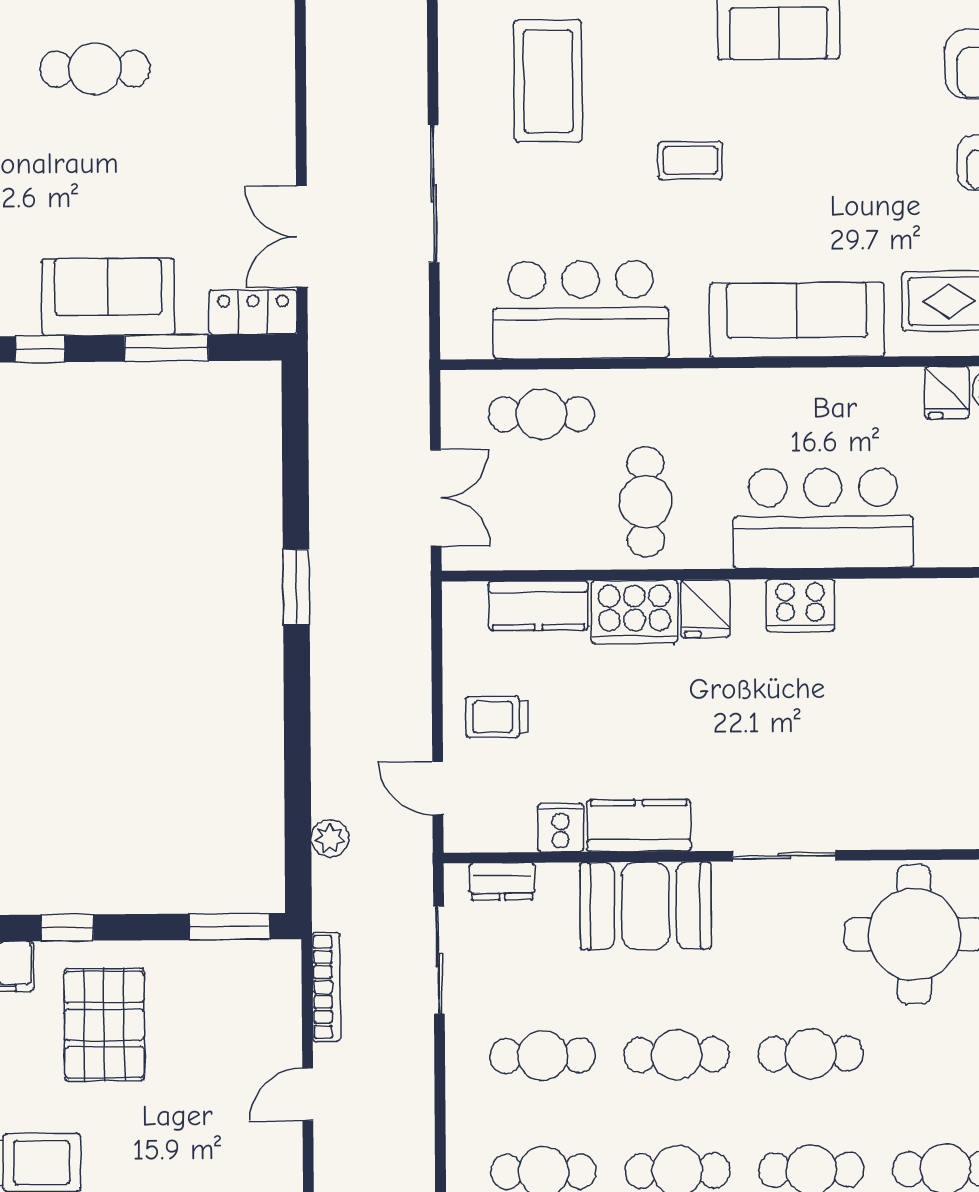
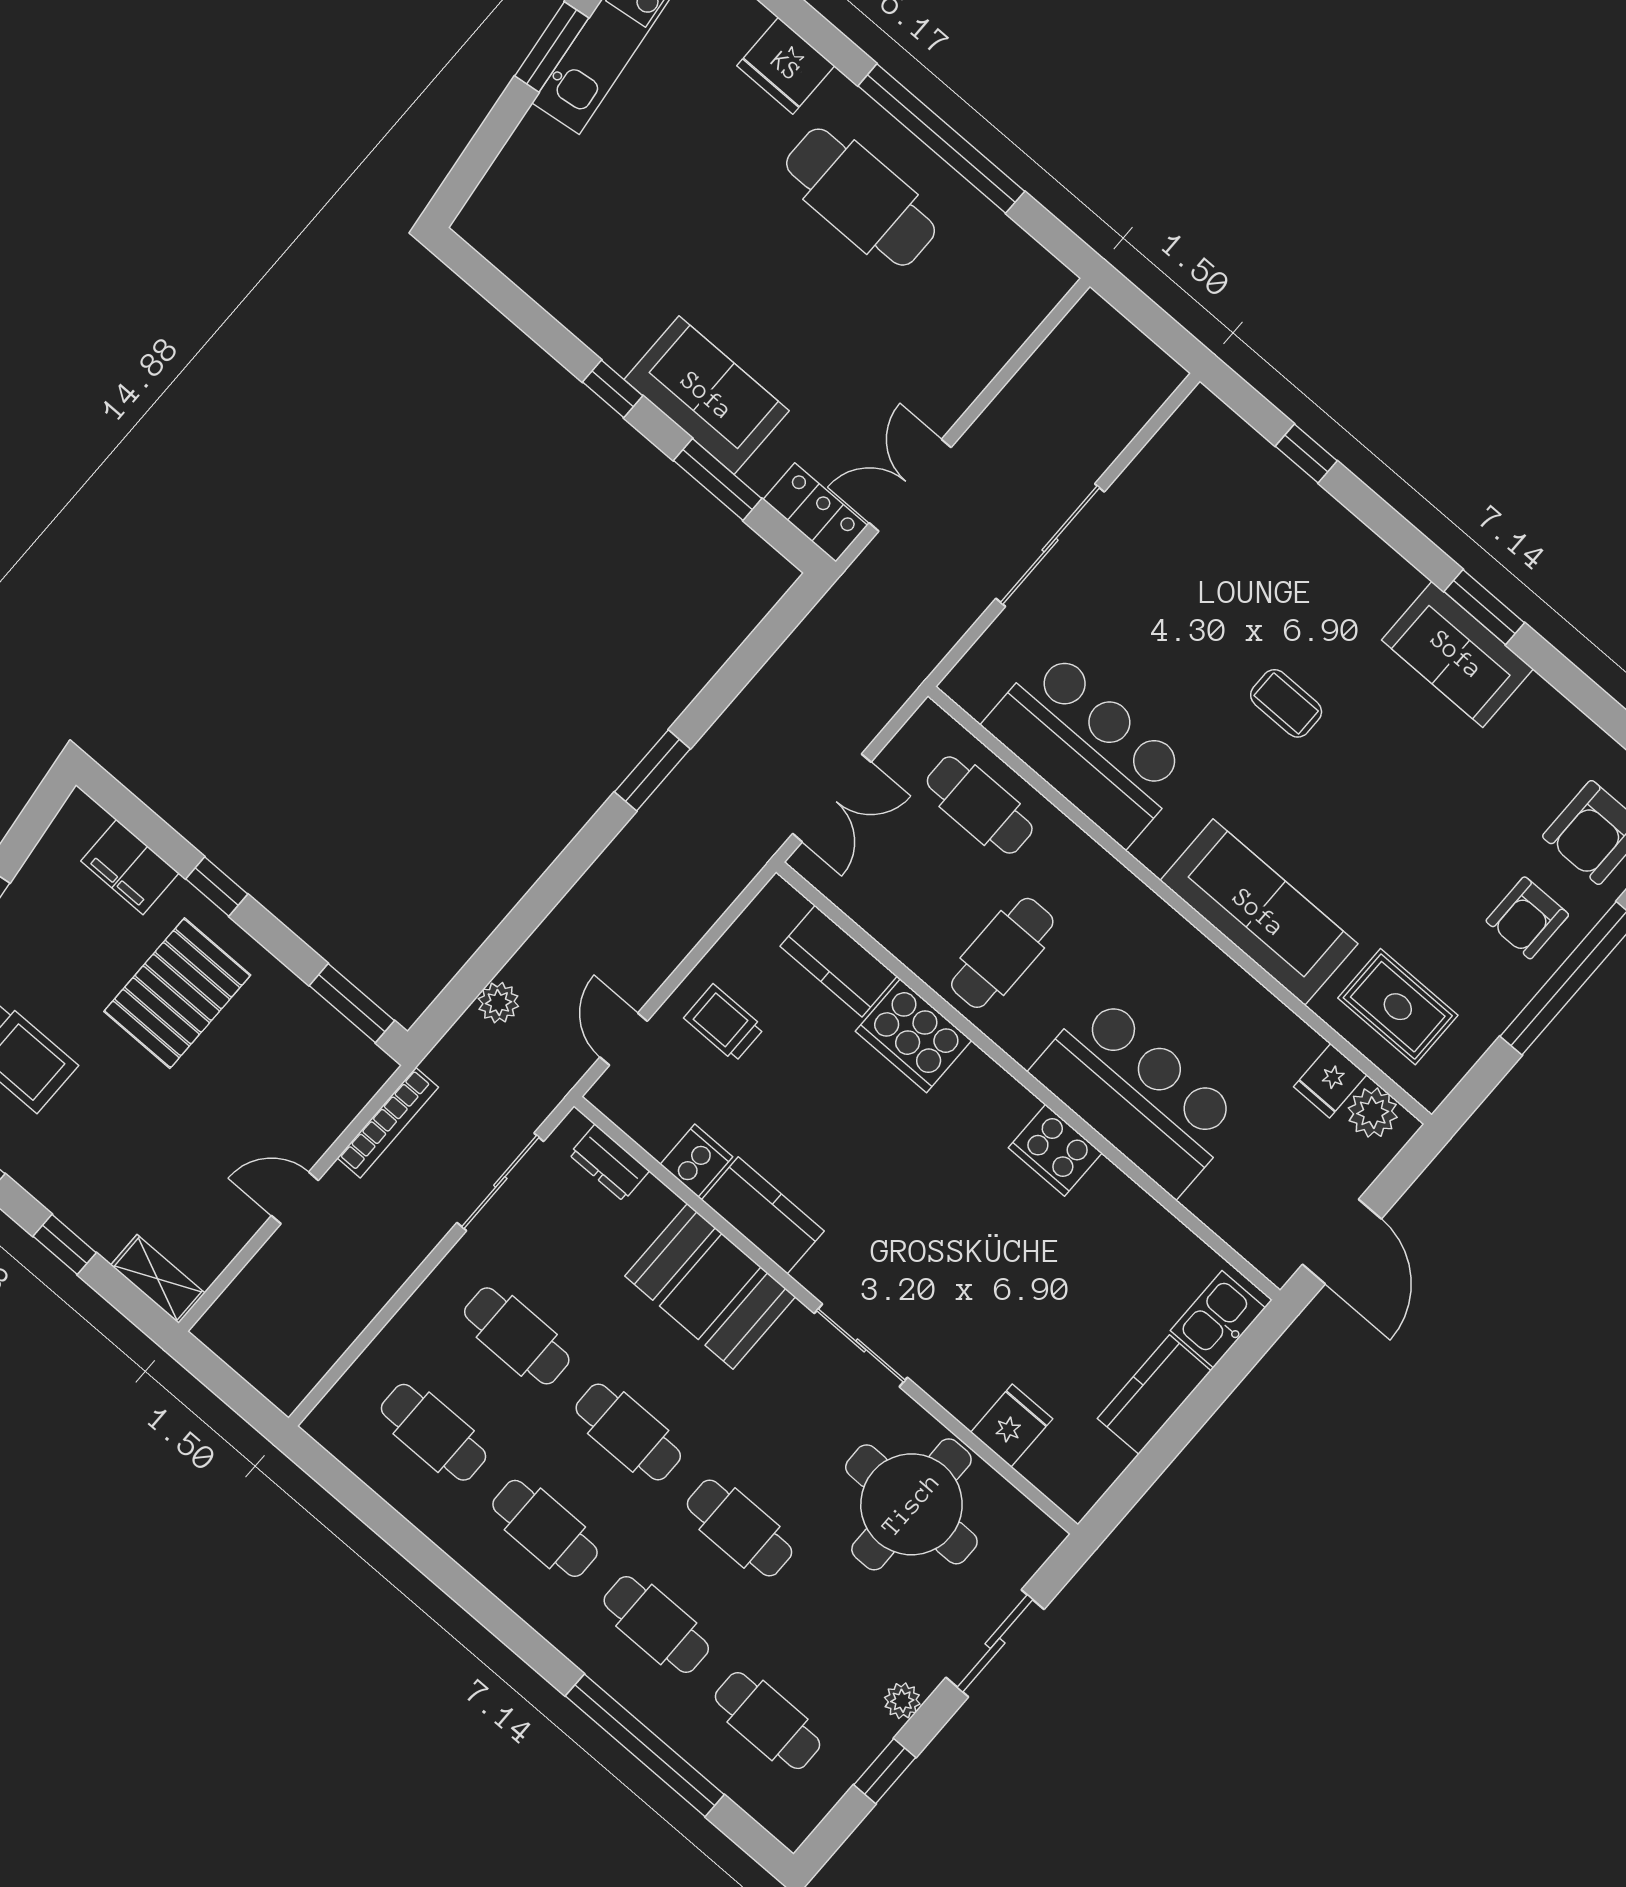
cafe table: (95, 69) -> (861, 197), width x1.37, depth x1.35
coffee table: (548, 81) -> (1226, 535), removed
fridge: (705, 609) -> (1012, 1426), moved, turned 180

